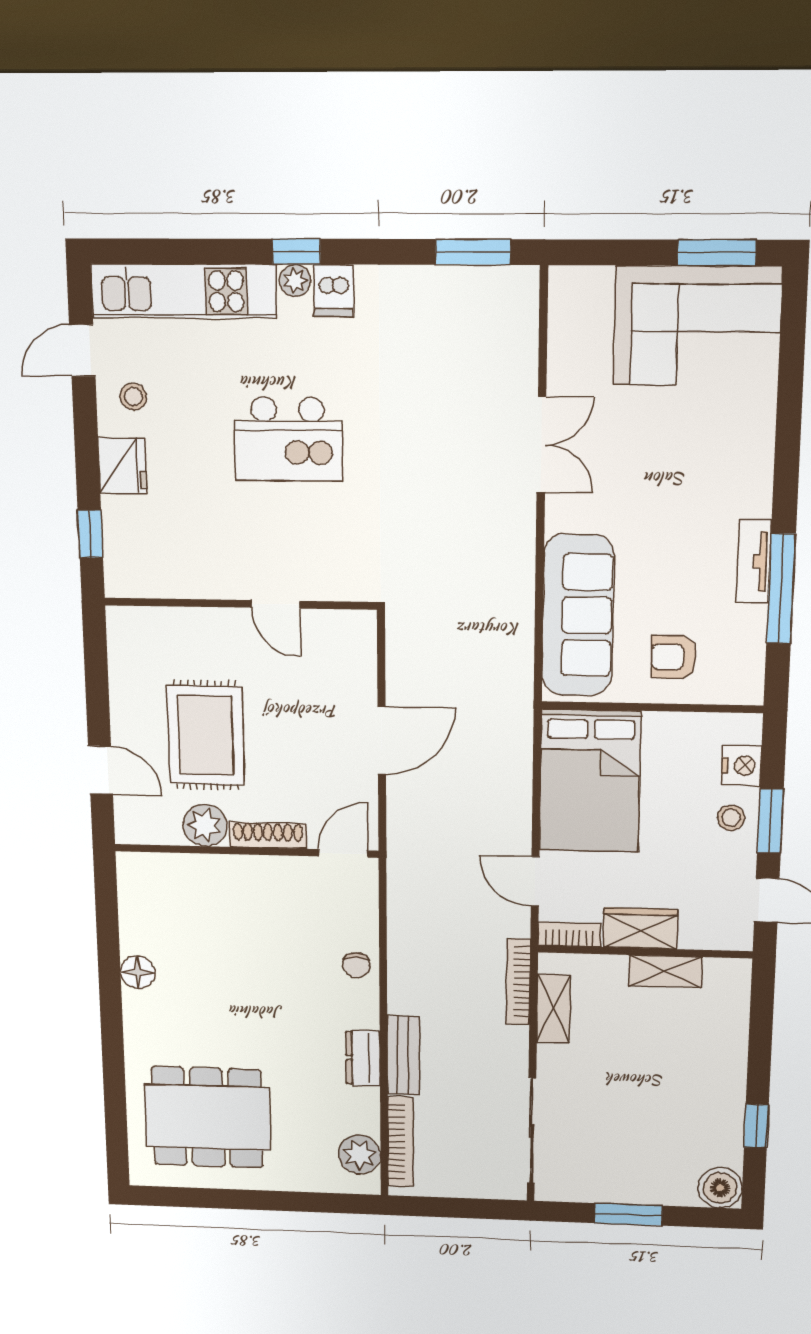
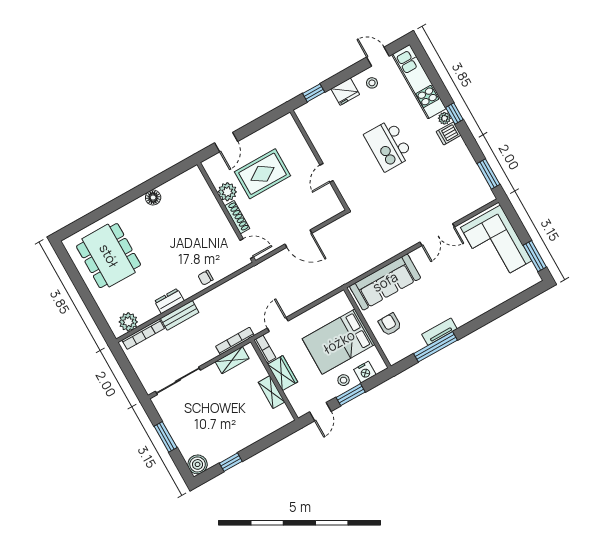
corner sofa: (697, 326) -> (496, 244), moved
bed: (590, 781) -> (339, 342), moved

